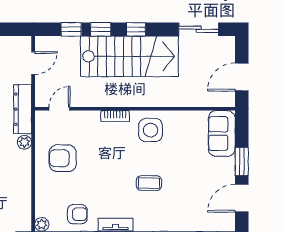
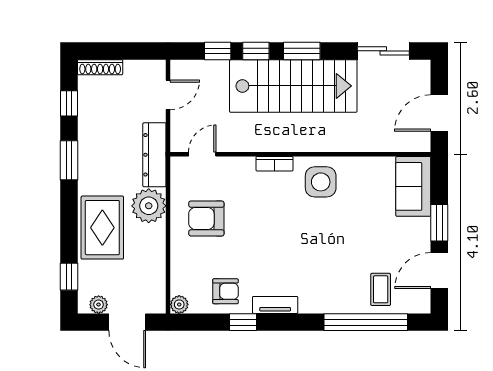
window: (136, 29) -> (302, 51), width x1.50
plant: (24, 142) -> (149, 206), width x1.88, depth x1.88
coffee table: (149, 183) -> (381, 289), moved, turned 90

